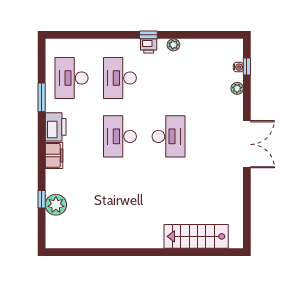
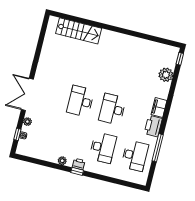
window: (42, 97) -> (158, 148), width x1.44
desk: (120, 136) -> (112, 109), turned 180
double door: (247, 144) -> (27, 94), moved
window: (42, 199) -> (180, 59), moved

